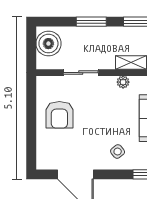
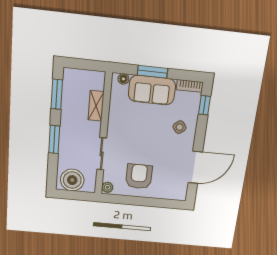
plant: (123, 82) -> (107, 187), moved
armchair: (59, 115) -> (139, 176), turned -90

